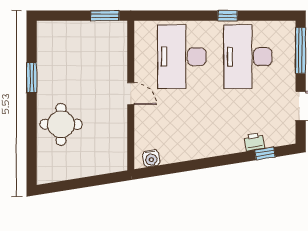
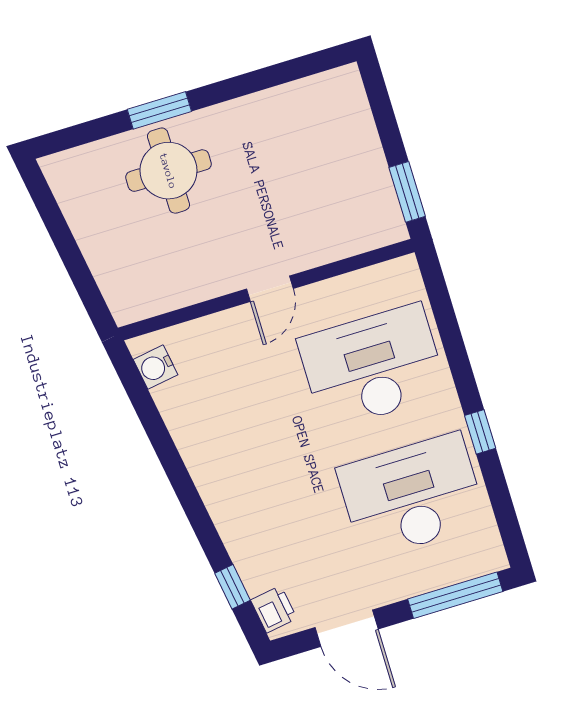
window: (32, 77) -> (159, 110), moved
printer: (254, 142) -> (274, 609), moved

